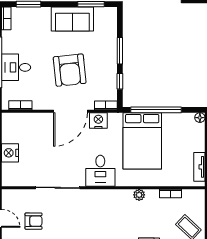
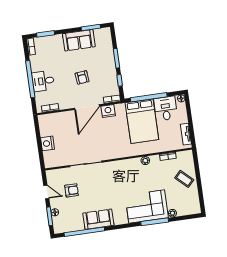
armchair: (70, 70) -> (82, 77), width x0.53, depth x0.53
desk: (100, 171) -> (166, 108), moved, turned 180

